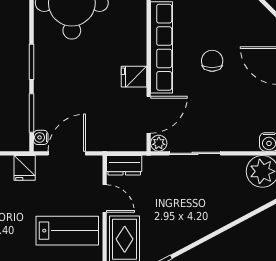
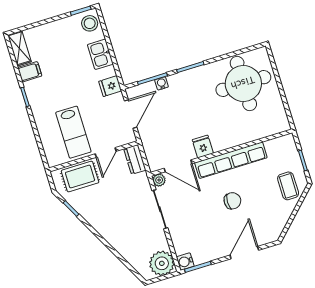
water cooler: (41, 137) -> (162, 83), moved
door: (67, 153) -> (131, 114), hinge flipped

